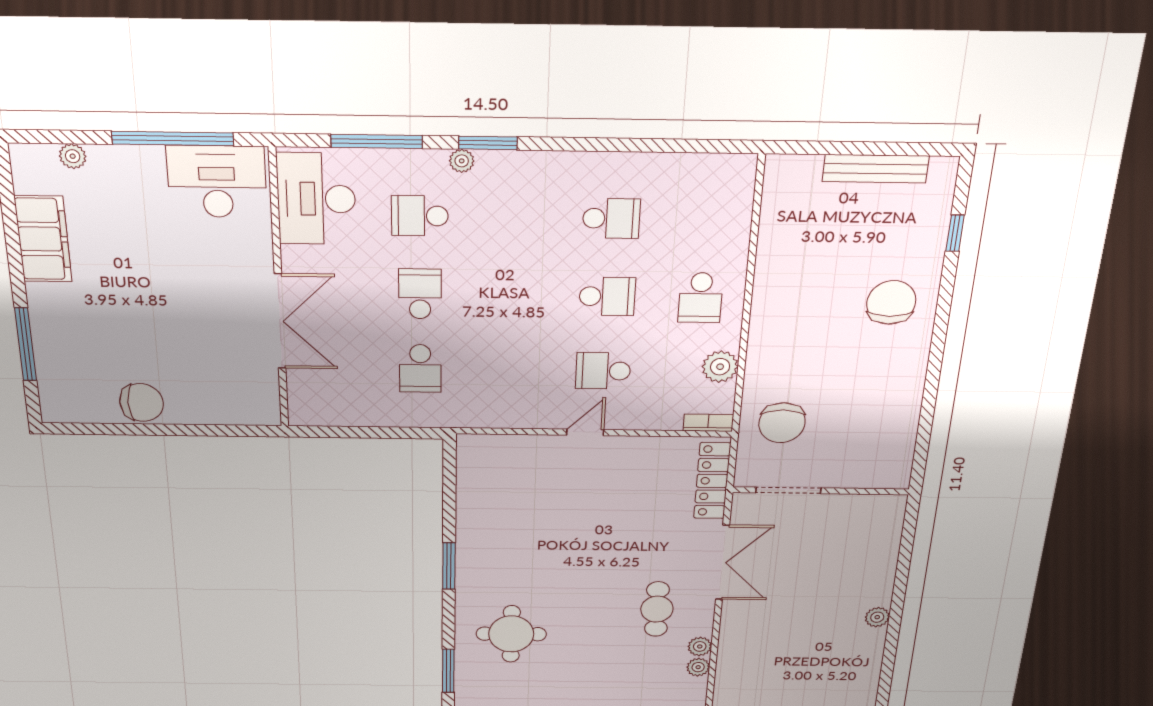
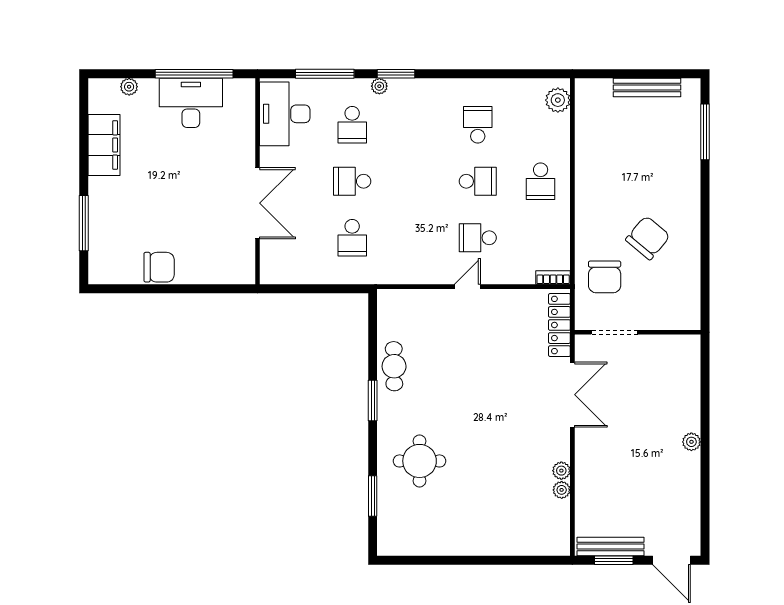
desk: (217, 182) -> (191, 103), moved
school desk: (420, 216) -> (352, 125), turned -90
school desk: (611, 218) -> (478, 125), turned -90
window: (955, 233) -> (705, 132), width x2.17
school desk: (420, 294) -> (352, 181), turned -90
chair: (891, 302) -> (648, 238), moved, turned 40
plant: (720, 367) -> (558, 100), moved
cafe table: (657, 609) -> (394, 366), moved

